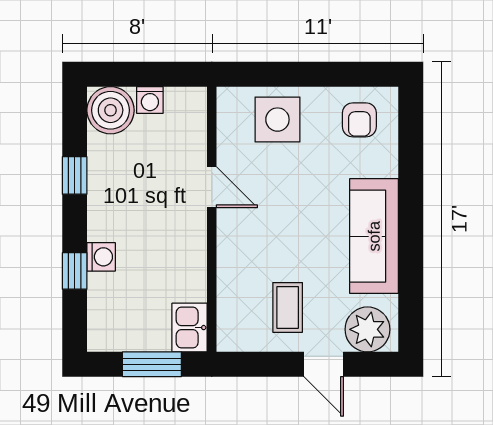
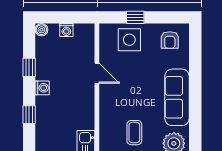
window: (289, 74) -> (135, 17), added
boiler: (111, 110) -> (41, 30), width x0.54, depth x0.54
washing machine: (101, 257) -> (42, 88), moved

